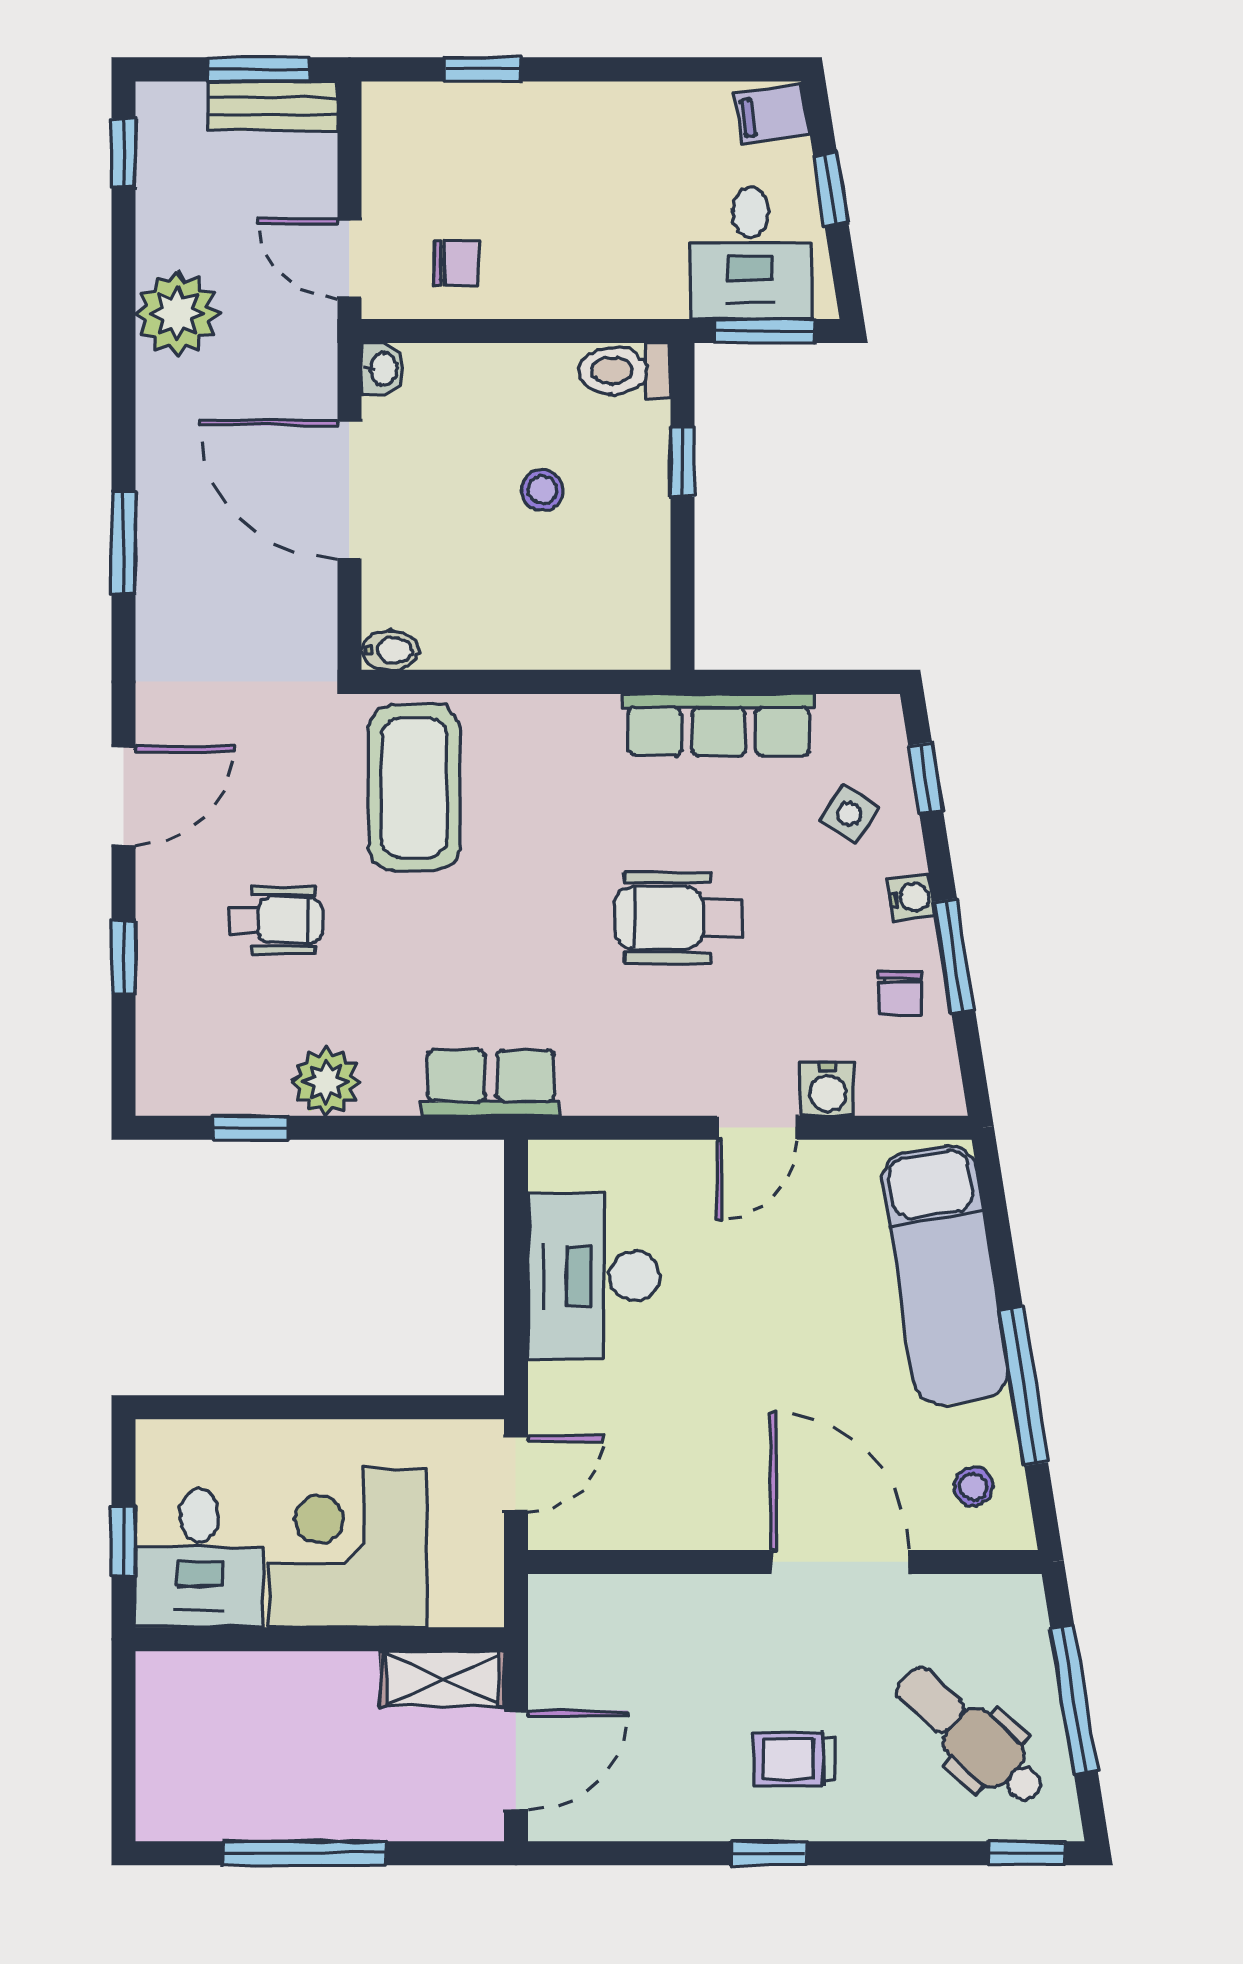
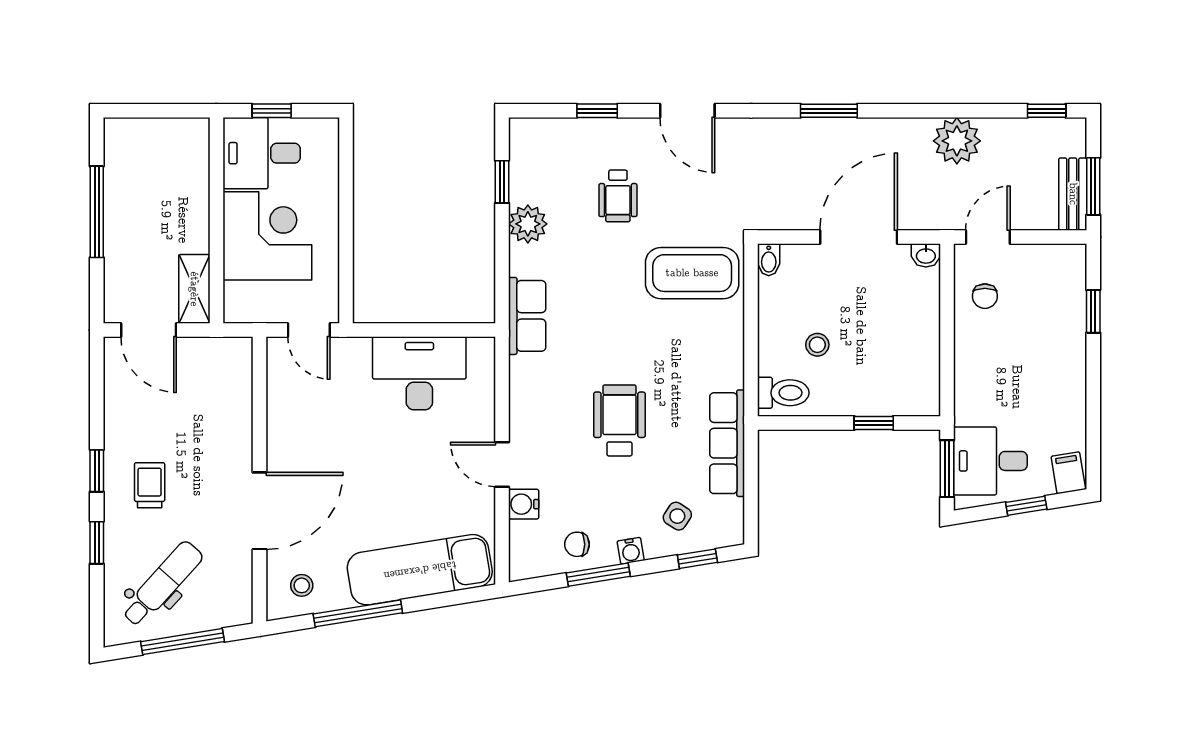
toilet: (625, 371) -> (783, 393), moved, turned 90
stool: (542, 490) -> (817, 345), moved
window: (1026, 1853) -> (97, 543), moved

